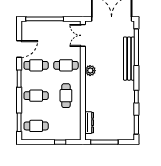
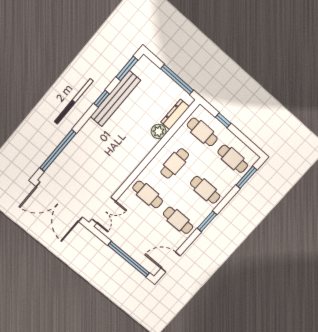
door: (19, 49) -> (171, 262), moved
bench: (129, 59) -> (115, 99), moved
plant: (90, 71) -> (159, 131), moved
cafe table: (66, 126) -> (202, 132), added

